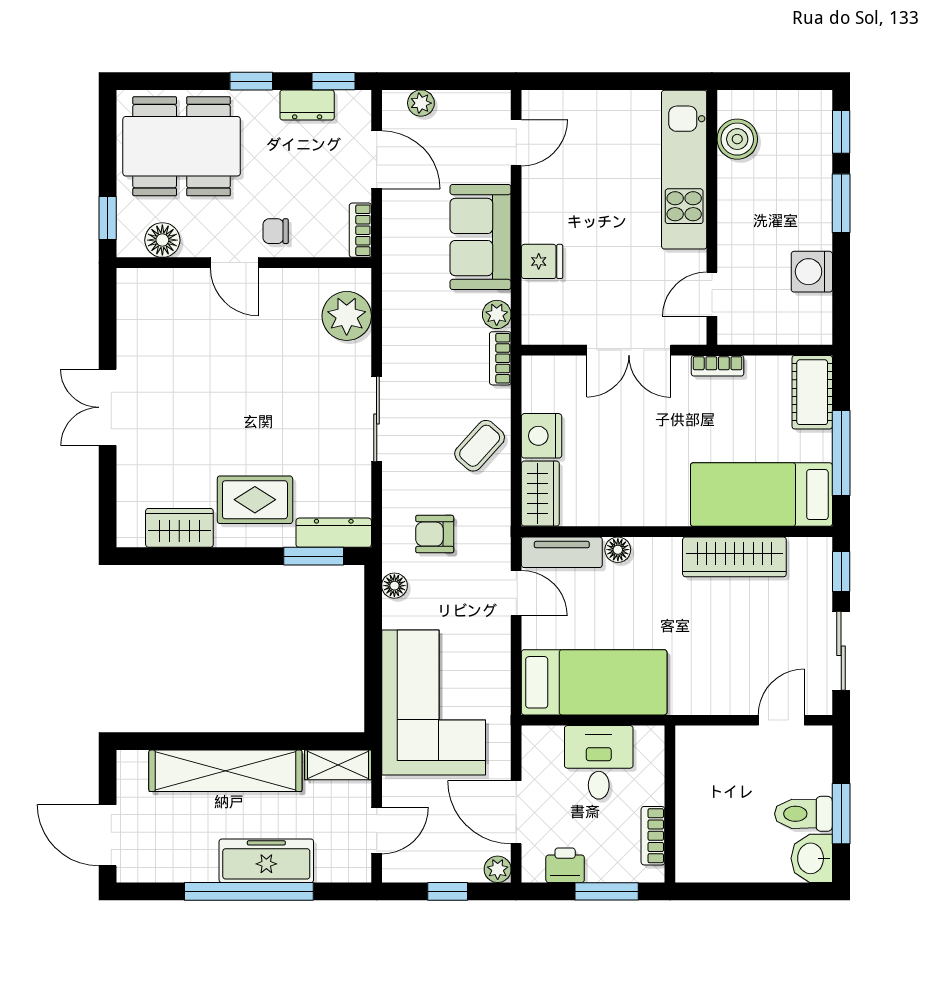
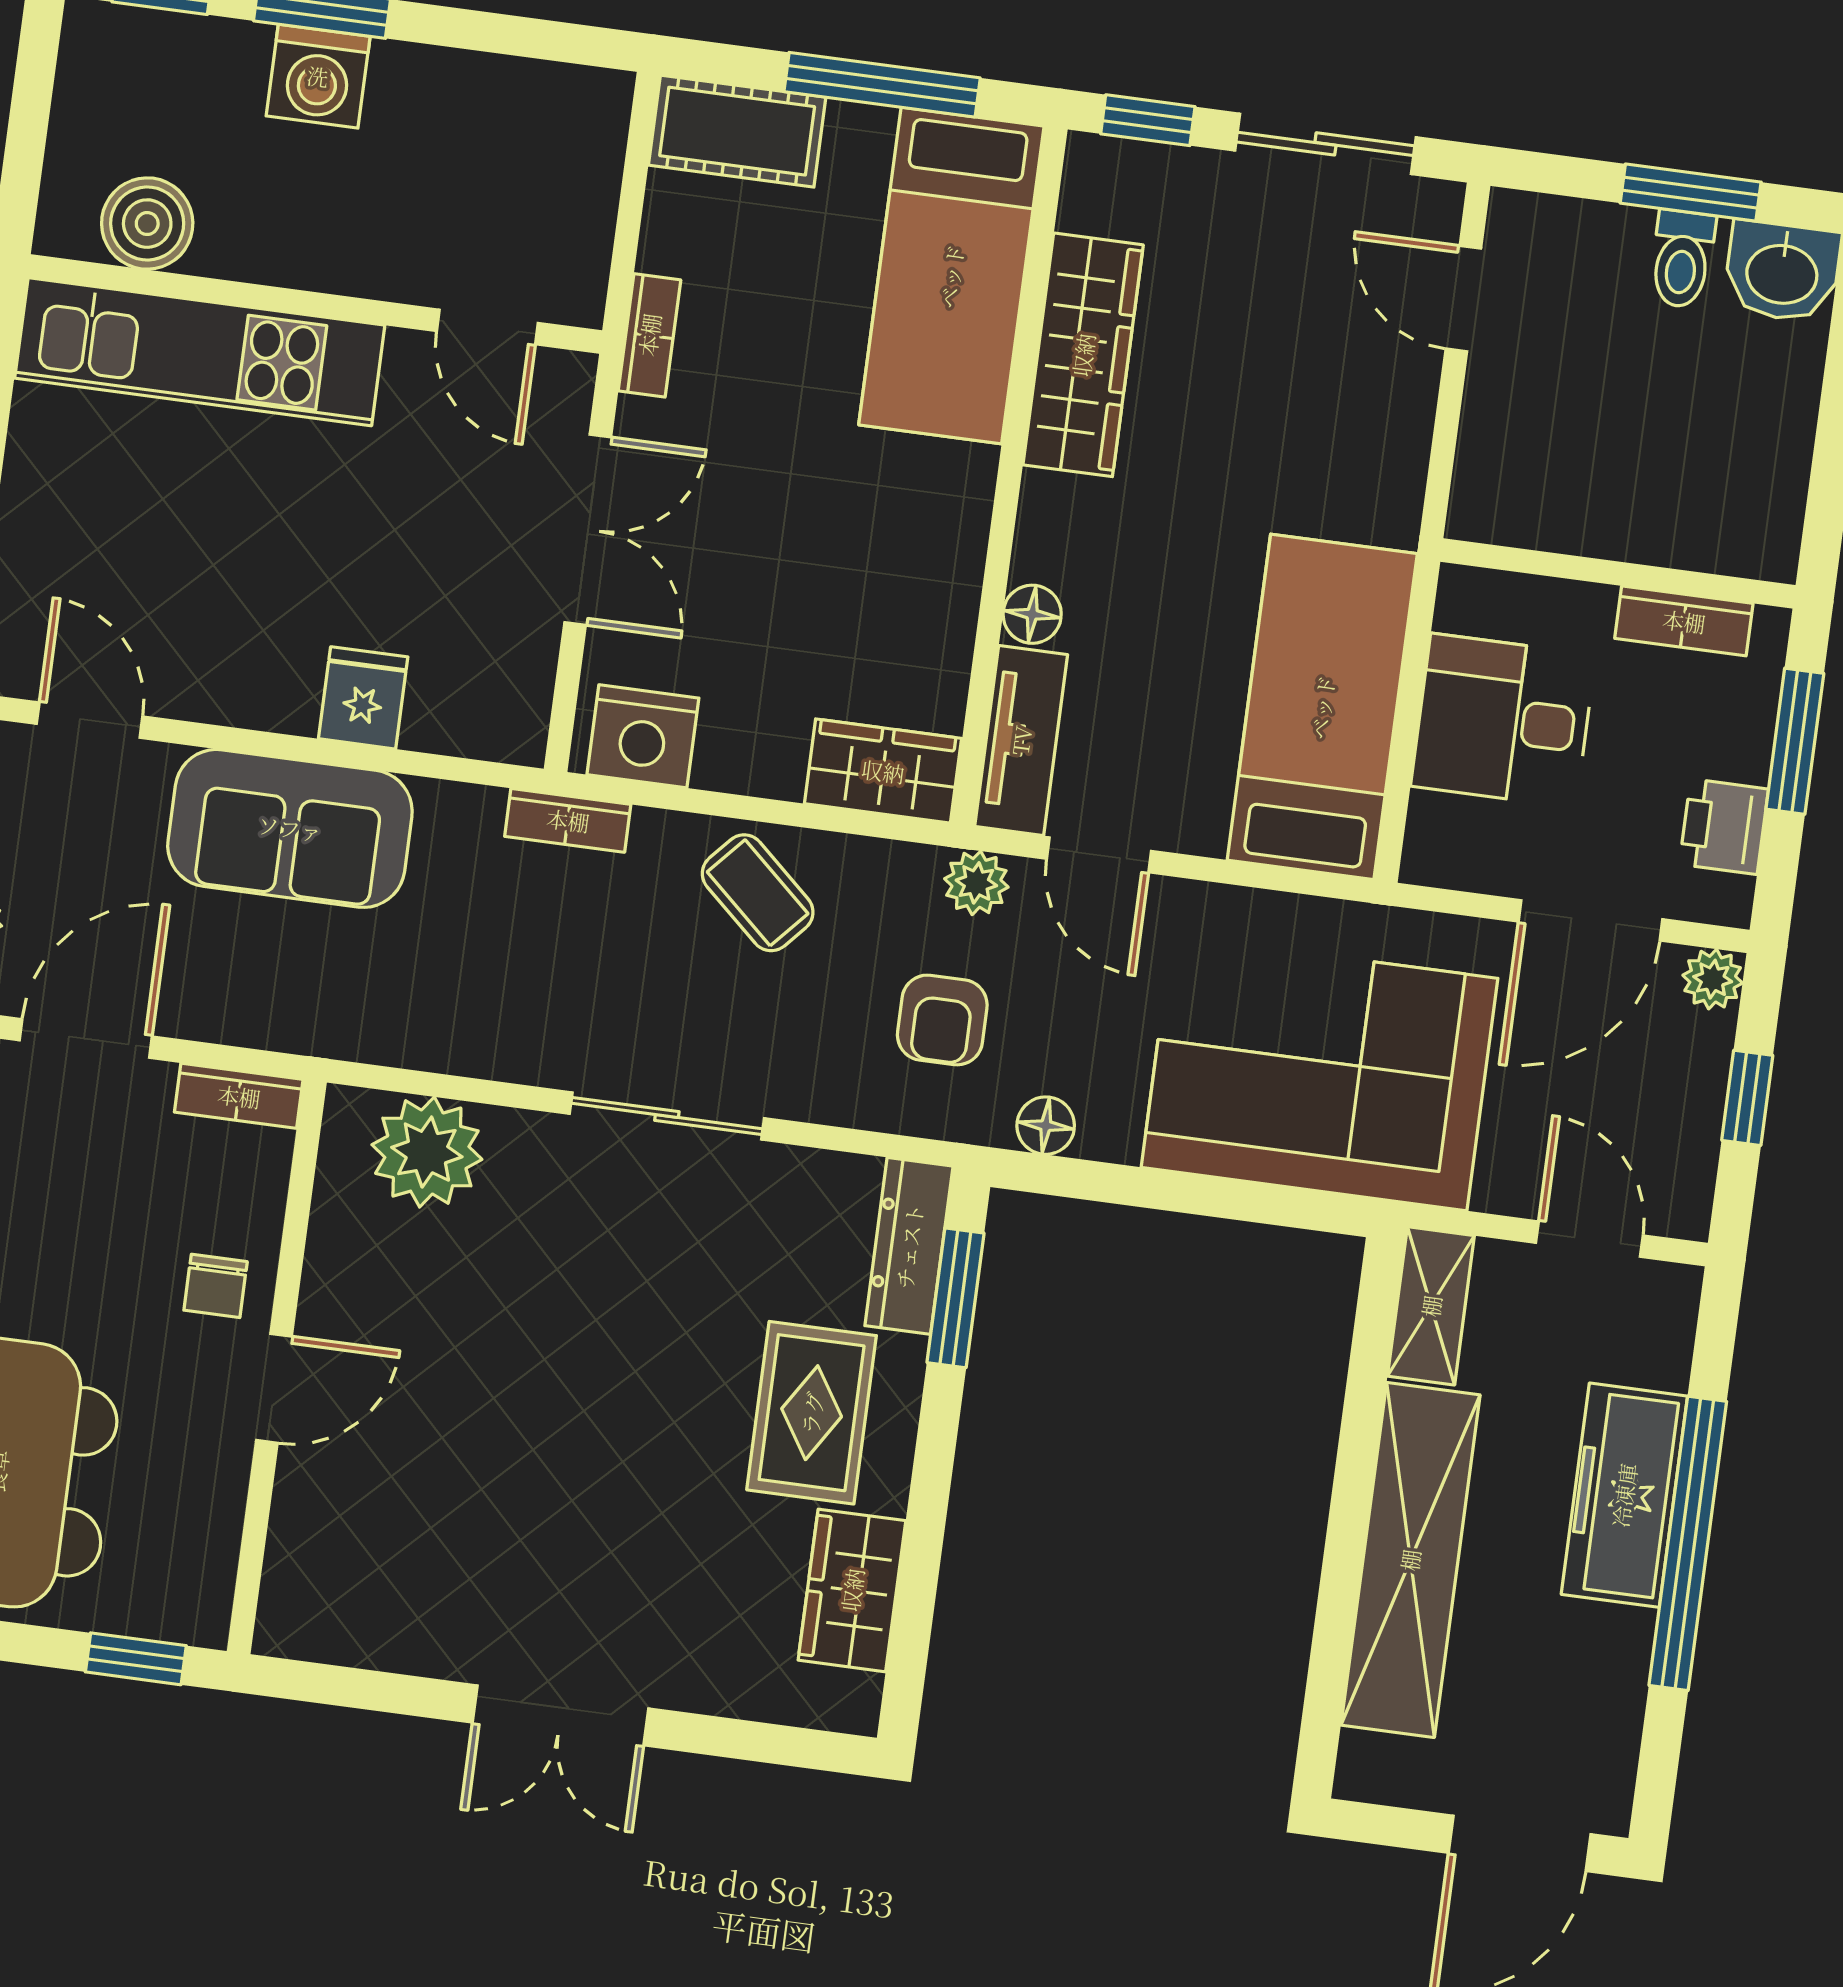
floor lamp: (162, 240) -> (202, 1542), removed
washing machine: (812, 272) -> (318, 76), moved
plant: (497, 314) -> (976, 883), moved
nightstand: (542, 436) -> (643, 736), moved
door: (516, 593) -> (1099, 855), swing flipped
toilet: (803, 814) -> (1682, 259), width x0.73, depth x0.72

